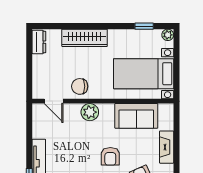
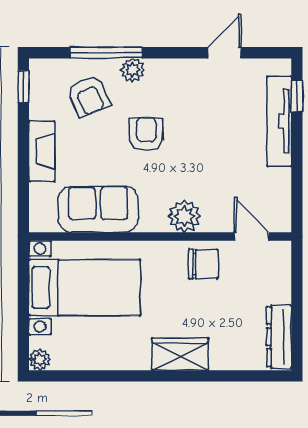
window: (144, 26) -> (84, 376), removed
wardrobe: (85, 38) -> (180, 354), width x0.67
dresser: (39, 42) -> (279, 337), width x1.44

